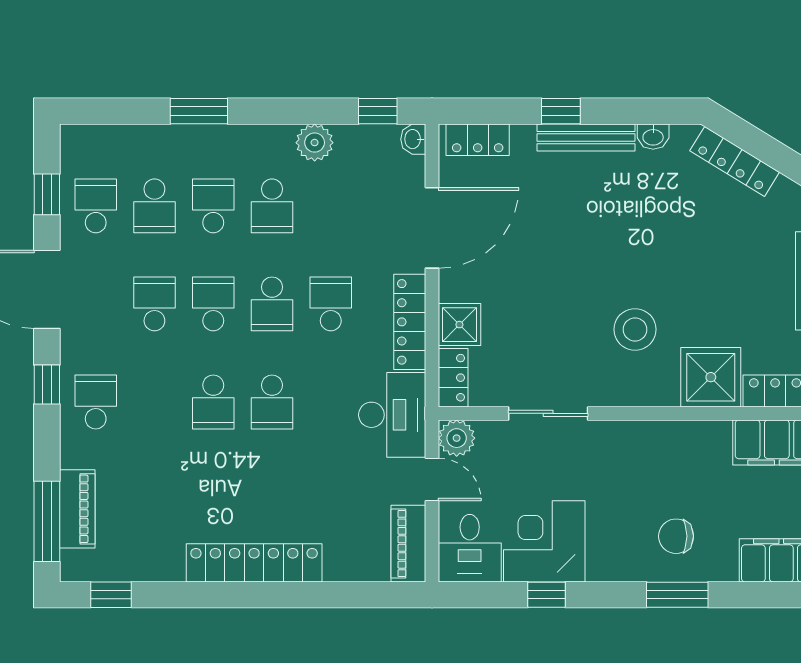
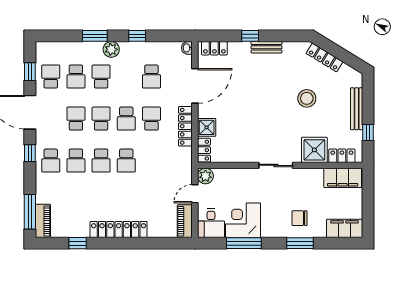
window: (378, 111) -> (137, 36), moved
washbasin: (653, 137) -> (290, 47), removed
bench: (586, 138) -> (266, 47), width x0.73
plant: (315, 143) -> (111, 49), moved
school desk: (272, 206) -> (151, 77), moved
stool: (635, 329) -> (307, 98), moved
school desk: (96, 402) -> (51, 161), turned 180
school desk: (154, 402) -> (76, 161), added
sliding door: (548, 413) -> (276, 165), moved
desk: (392, 415) -> (178, 166), removed
door: (432, 479) -> (195, 194), swing flipped
piano: (77, 509) -> (43, 221), moved
window: (111, 595) -> (78, 243), moved
window: (546, 595) -> (244, 243), width x2.17

